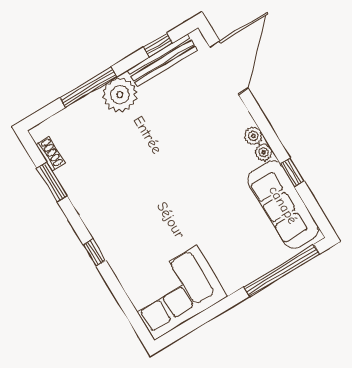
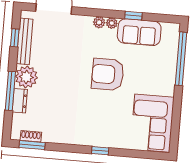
dresser: (84, 108) -> (20, 101), added
window: (52, 182) -> (32, 145), moved
armchair: (196, 193) -> (108, 74), added
sofa: (283, 205) -> (139, 32), width x0.73

